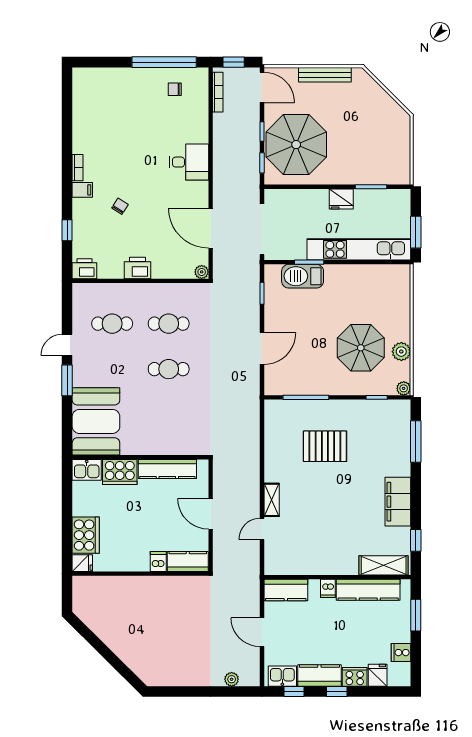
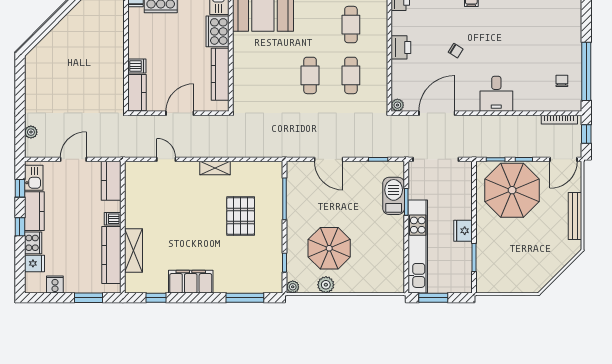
chair: (120, 206) -> (456, 51), moved
shelving: (272, 500) -> (215, 168), moved
shelving: (384, 565) -> (133, 250), moved

